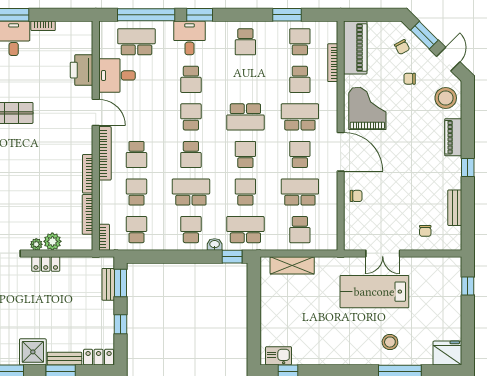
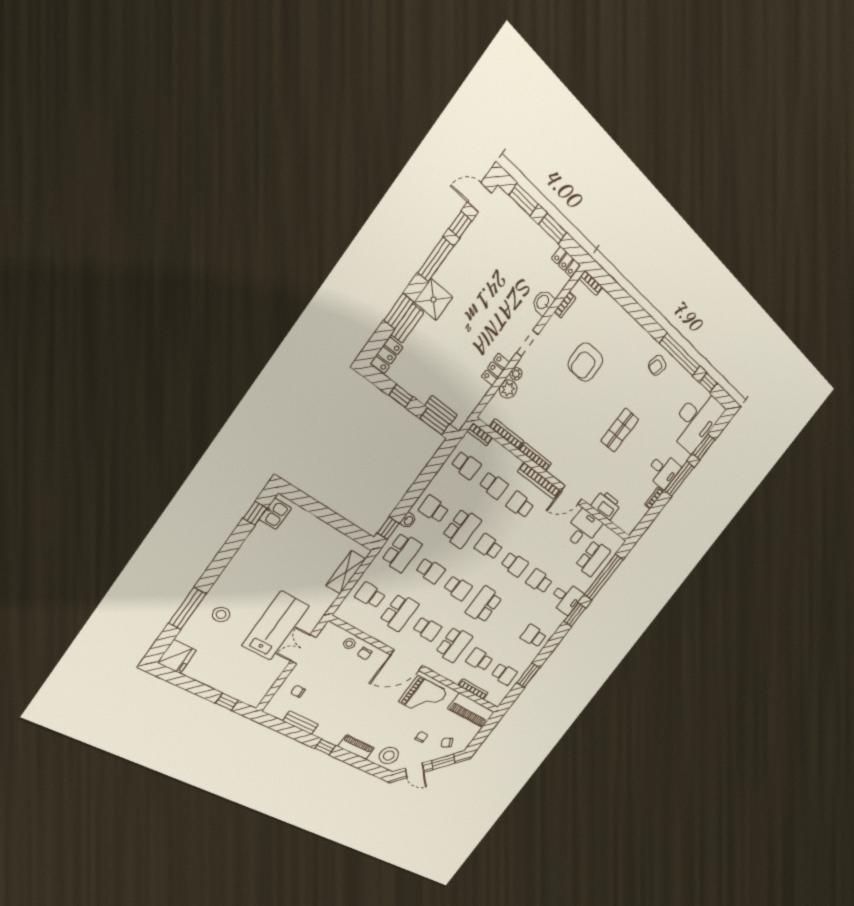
stool: (355, 217) -> (349, 644), added
school desk: (191, 230) -> (434, 509), turned 180

